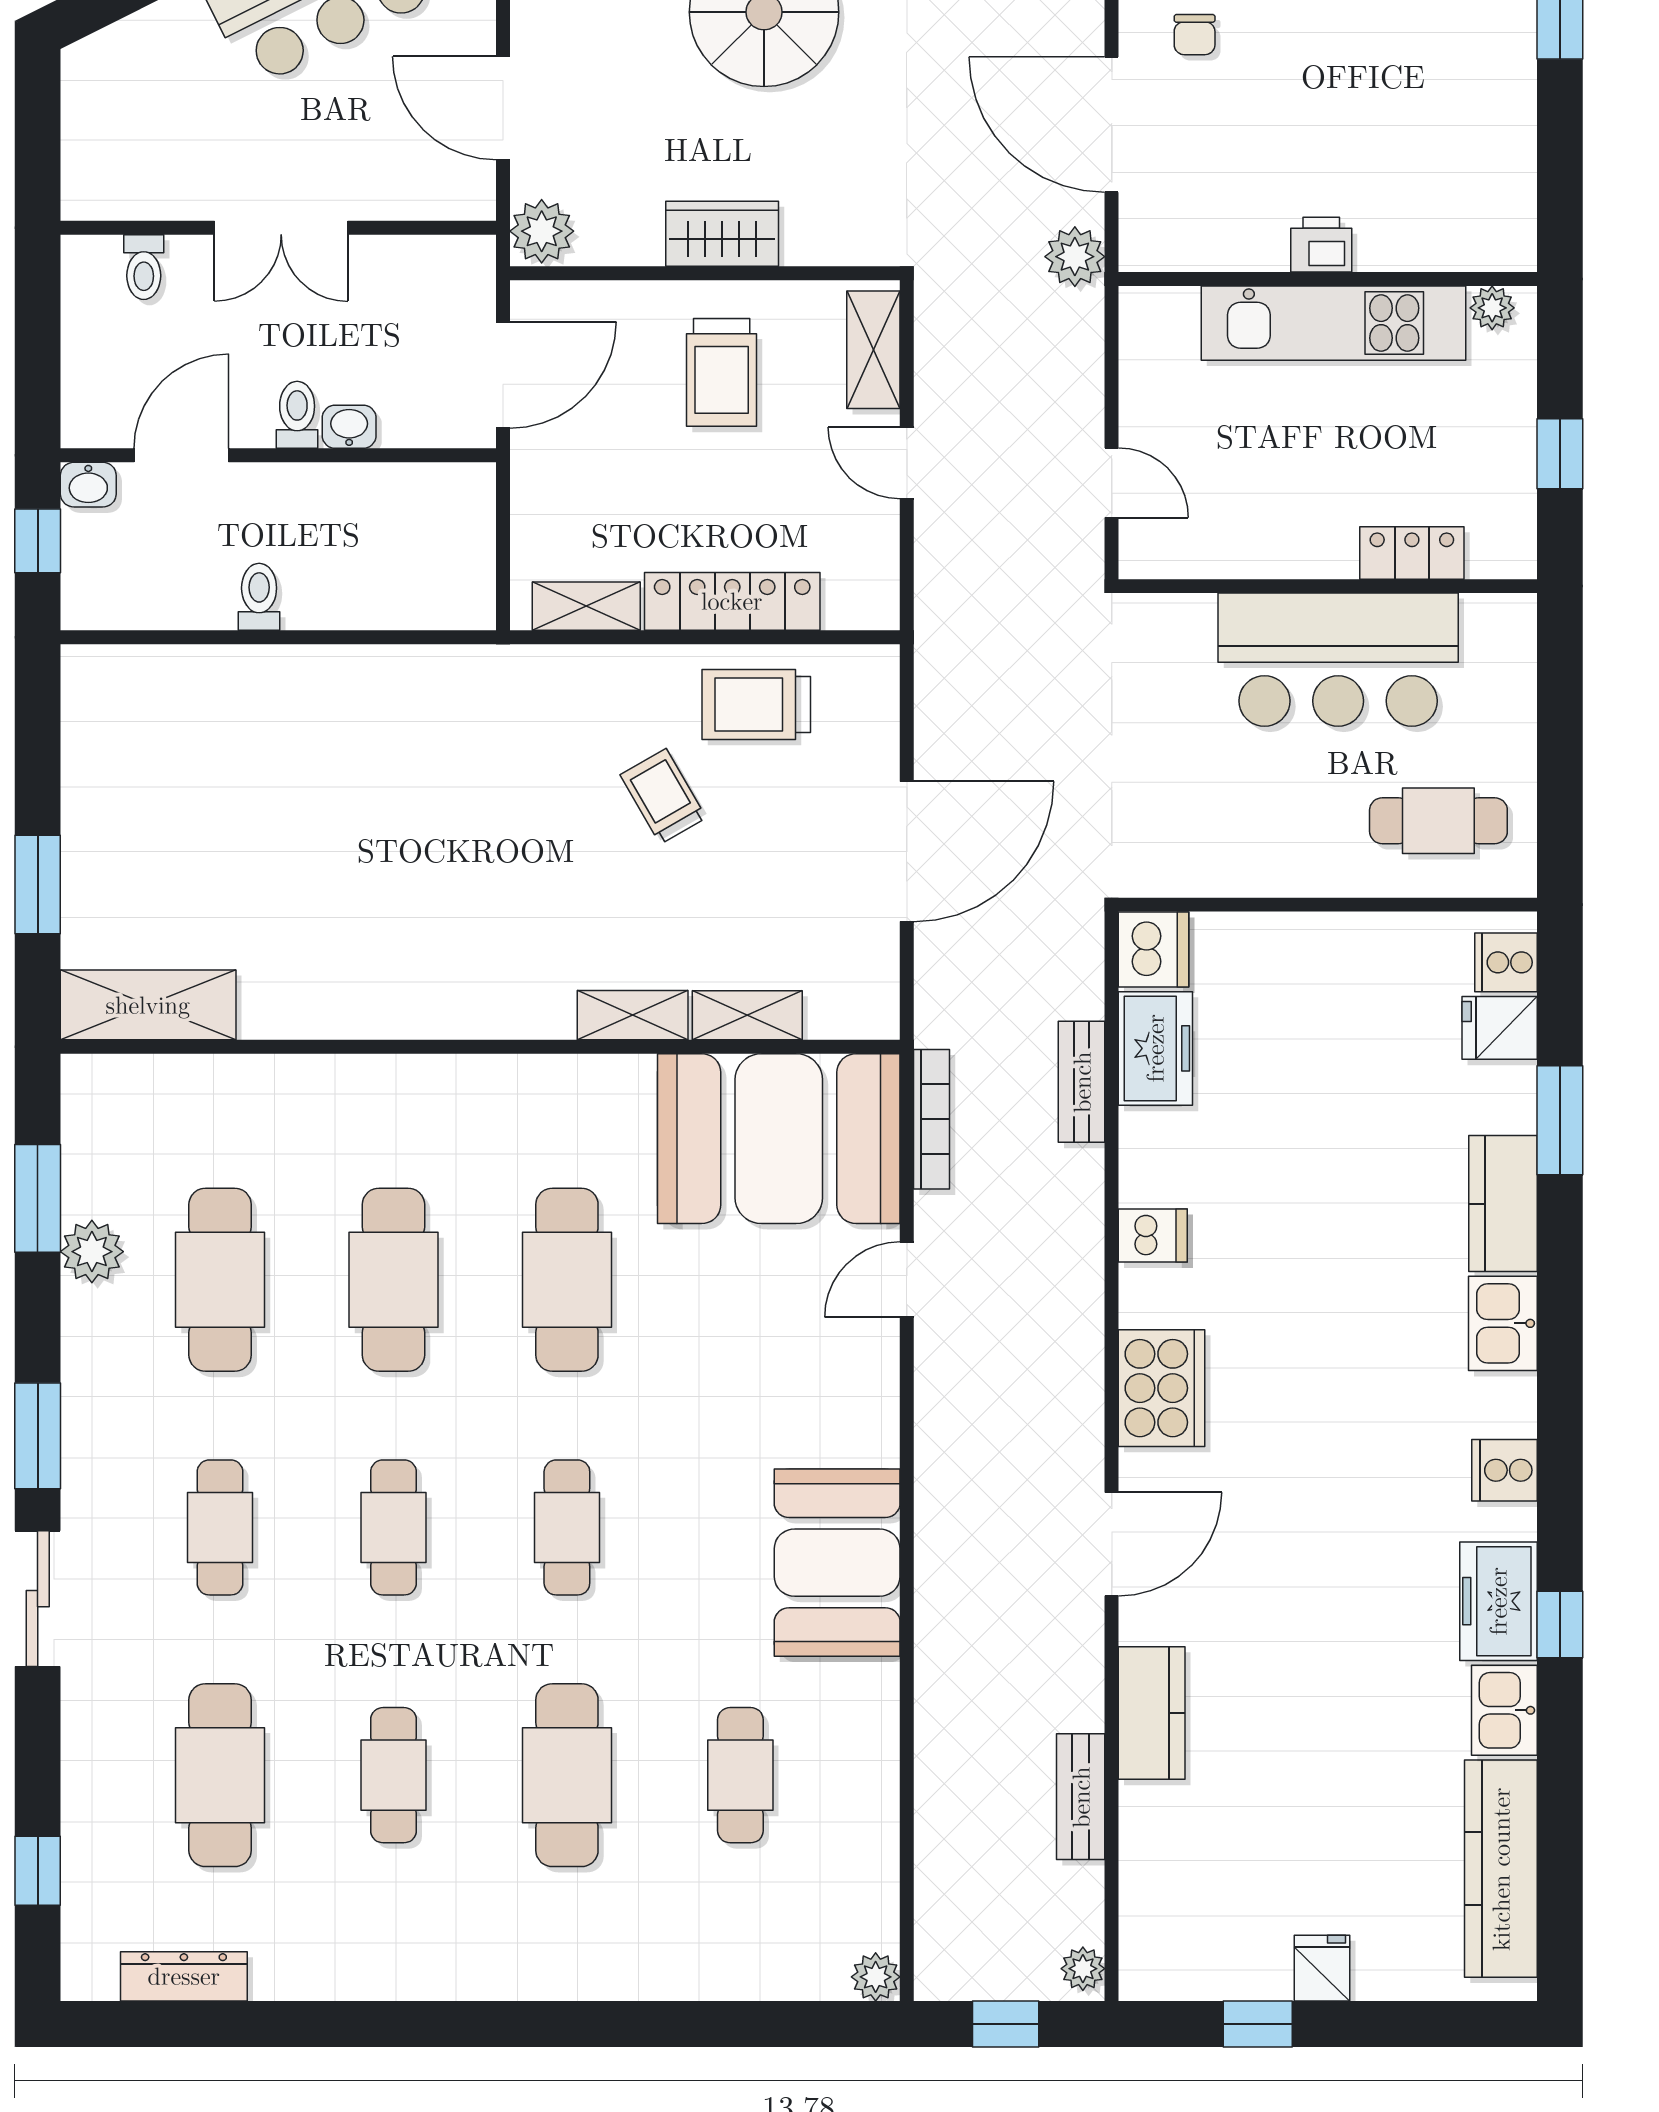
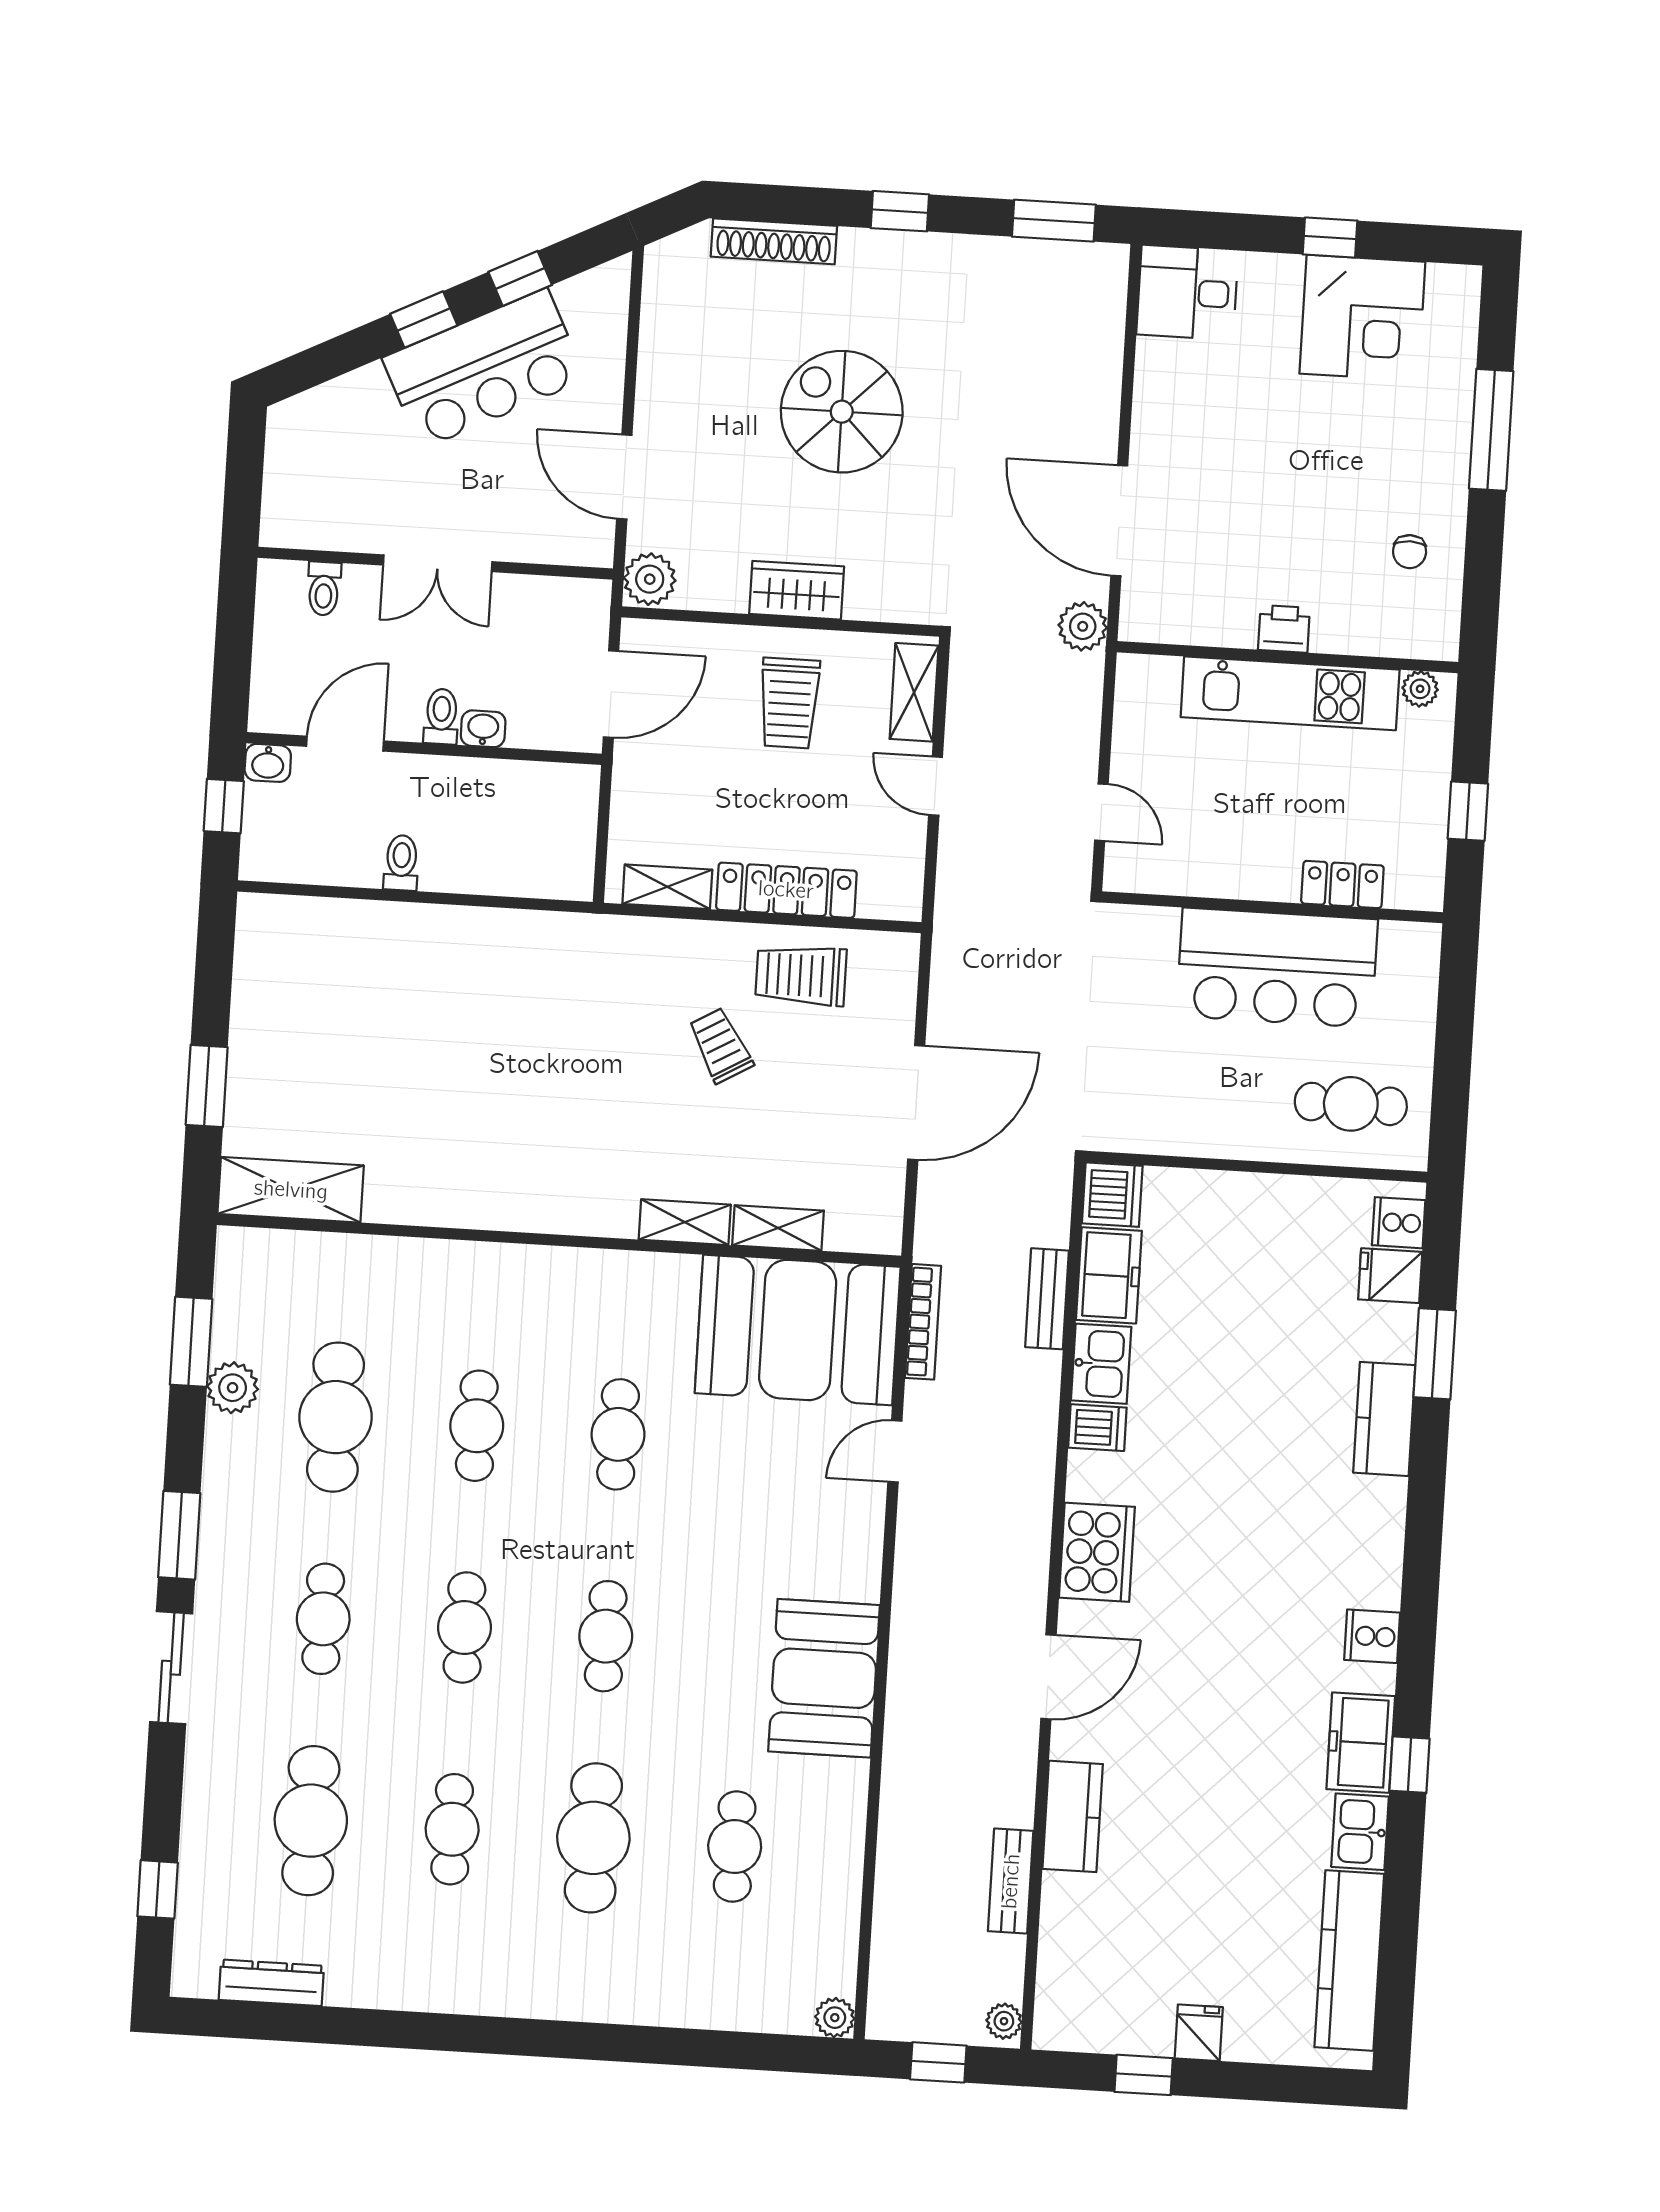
chair: (1195, 35) -> (1410, 552), moved
cafe table: (393, 1280) -> (477, 1426), width x0.73, depth x0.74
cafe table: (567, 1280) -> (618, 1434), width x0.73, depth x0.74
kitchen sink: (1503, 1323) -> (1101, 1364), moved, turned 180

